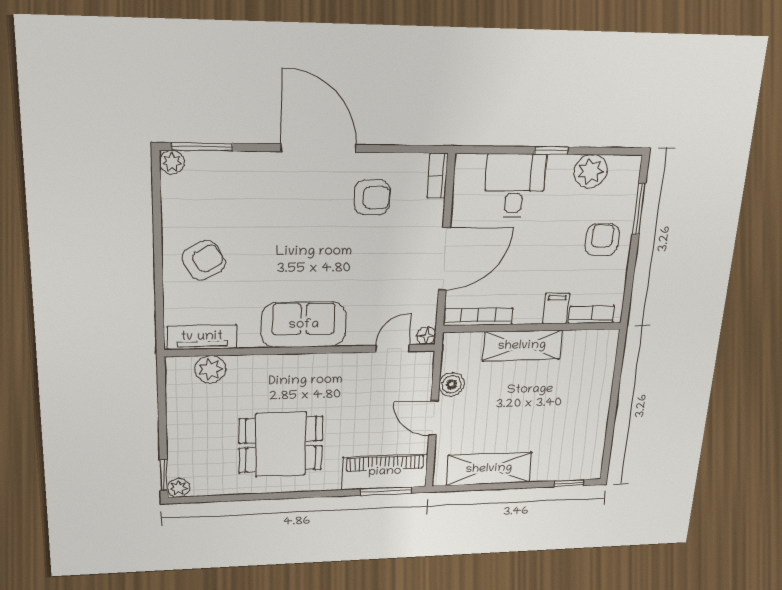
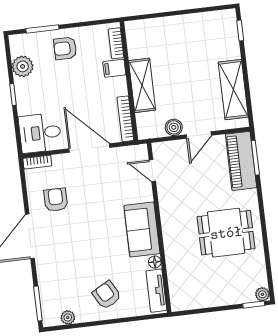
plant: (172, 162) -> (68, 317), moved
desk: (515, 186) -> (40, 133), moved
floor lamp: (426, 336) -> (155, 262), moved
plant: (210, 369) -> (177, 283), removed
dining table: (281, 444) -> (226, 233), turned 90

